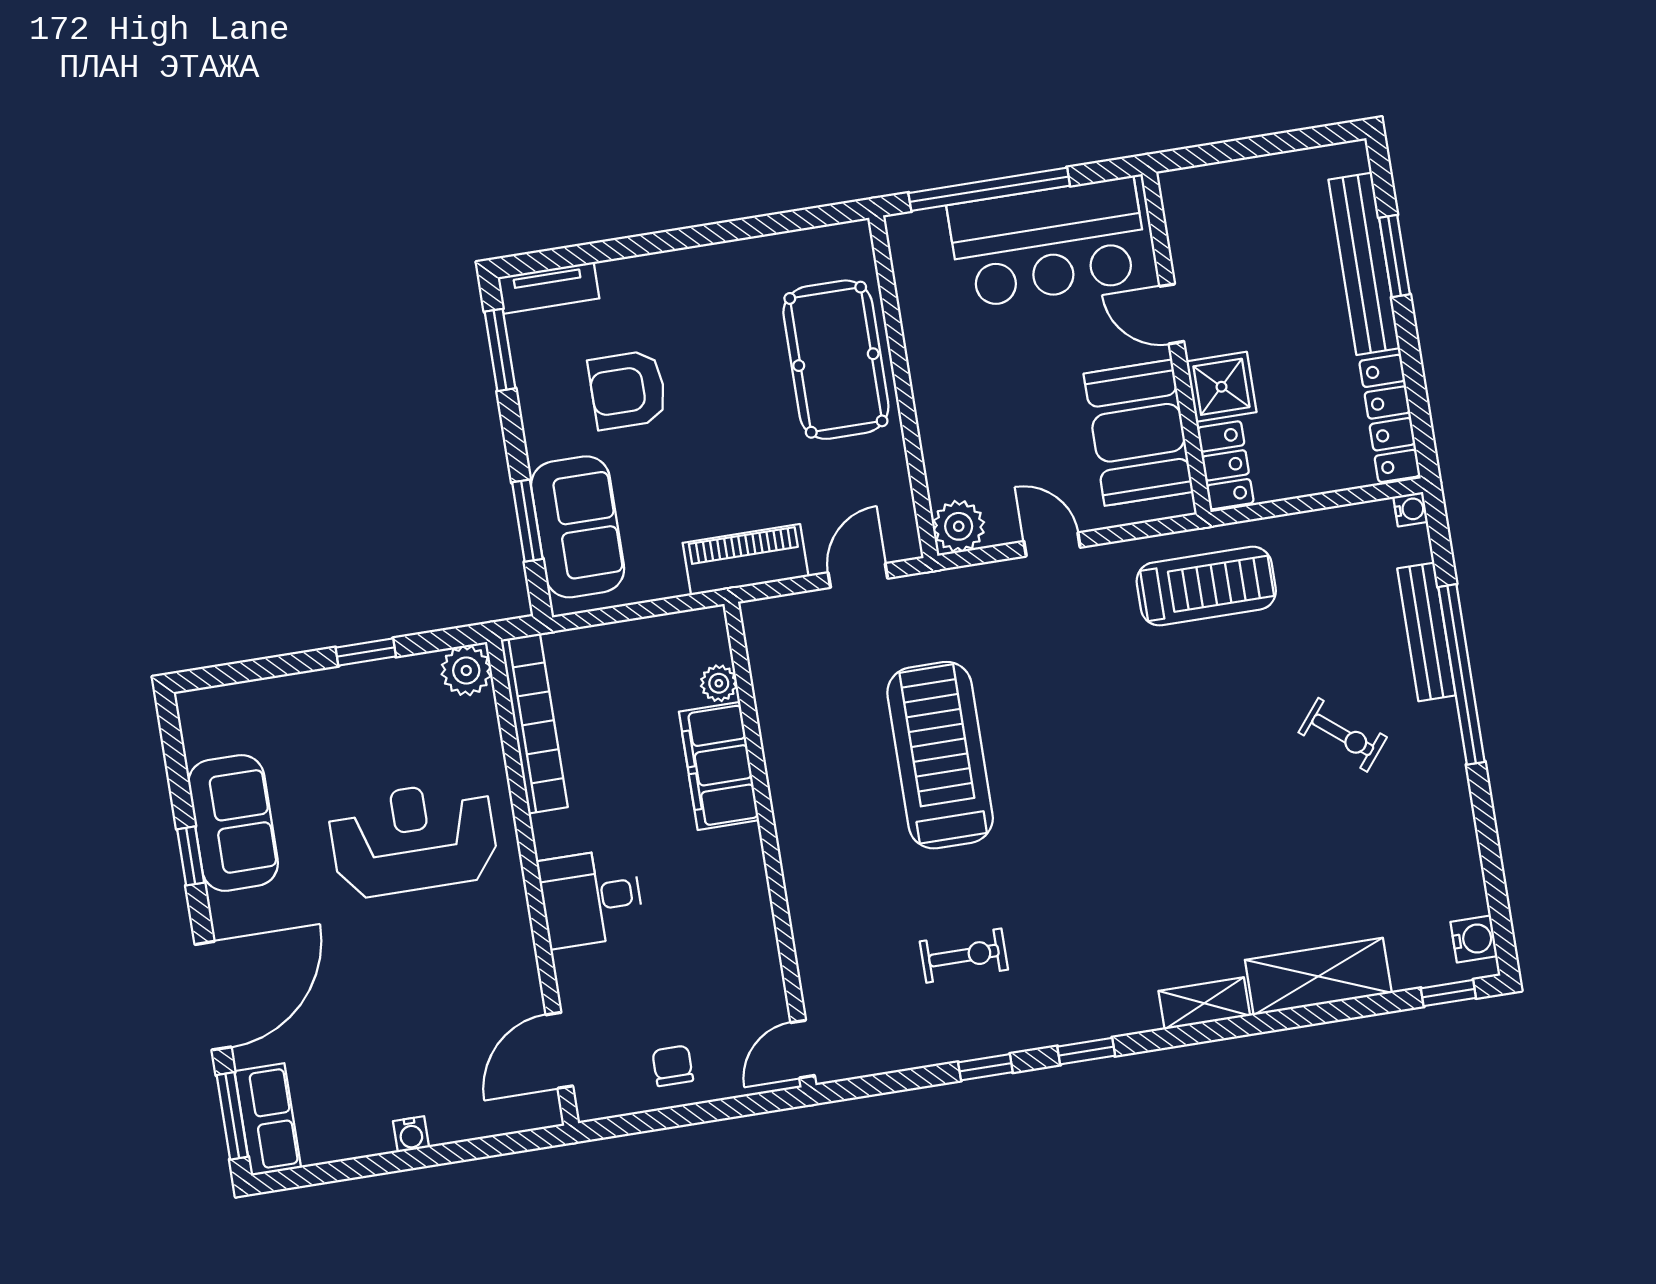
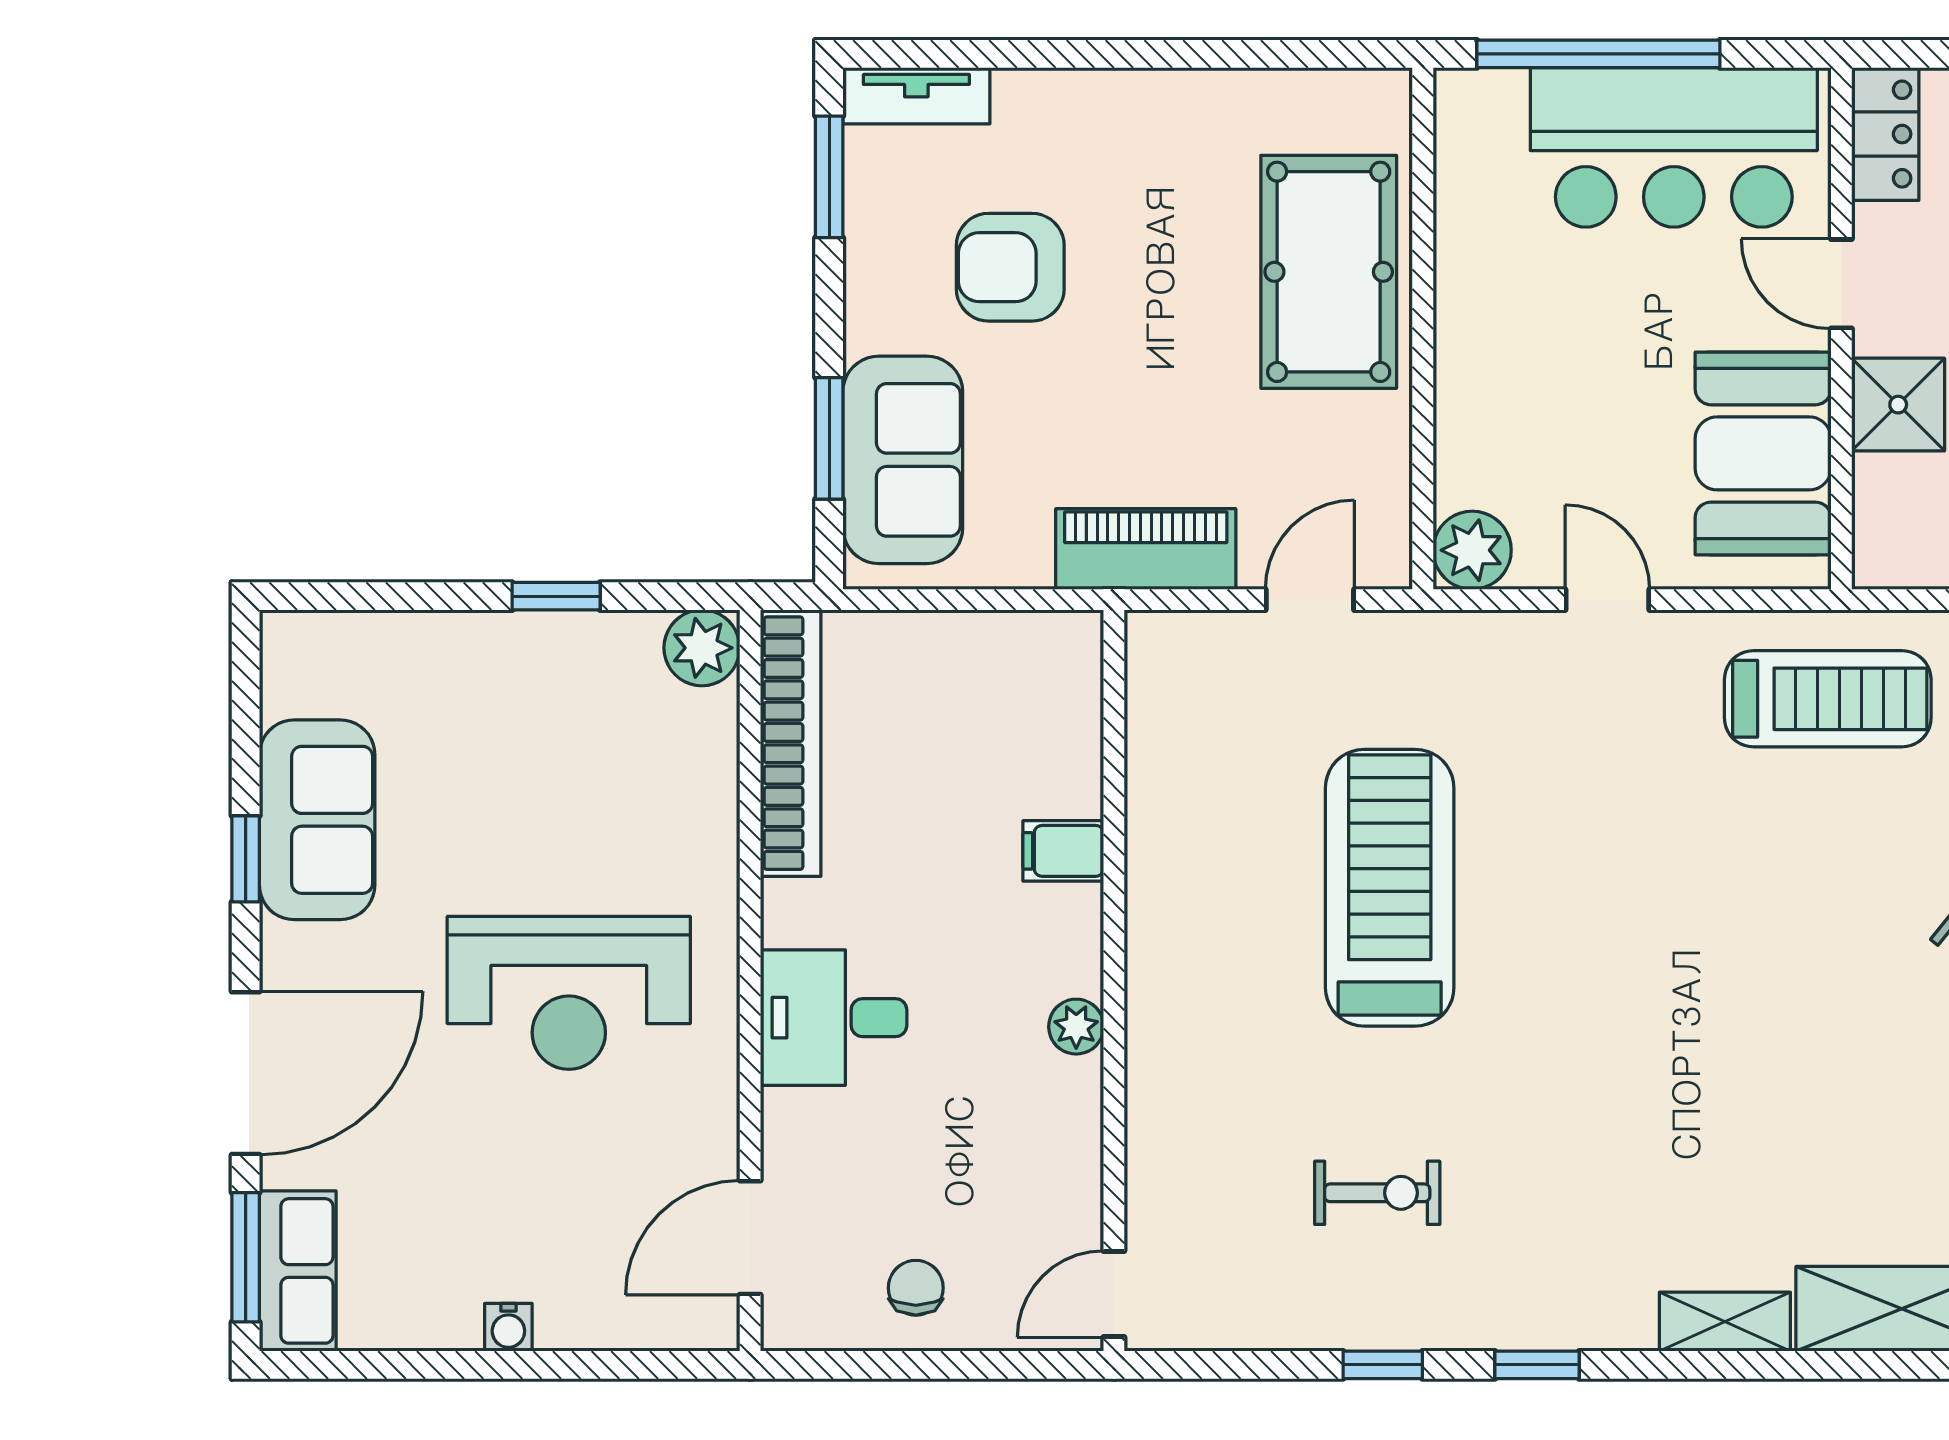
locker: (1225, 465) -> (1885, 134), moved
plant: (719, 683) -> (1076, 1027), moved
filing cabinet: (719, 766) -> (1063, 851), width x0.33, depth x0.86
reception desk: (413, 839) -> (569, 993), moved, turned 180

